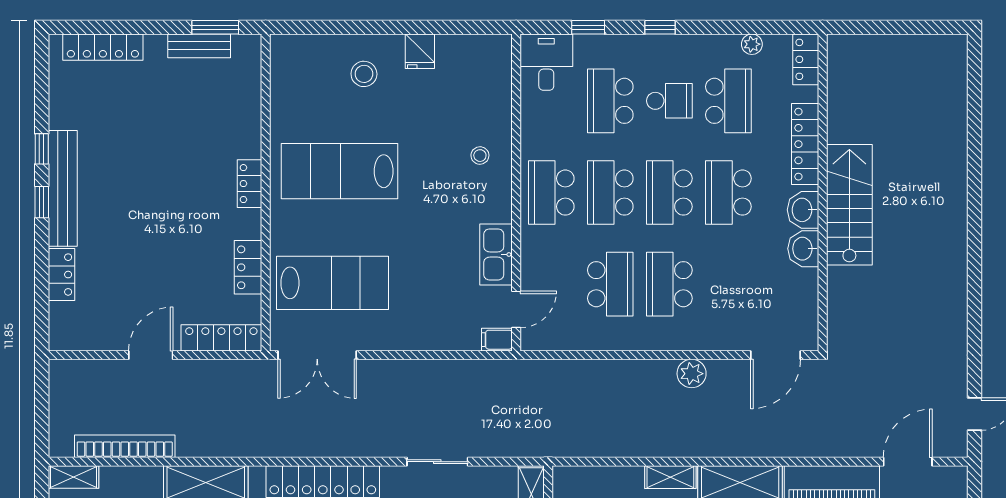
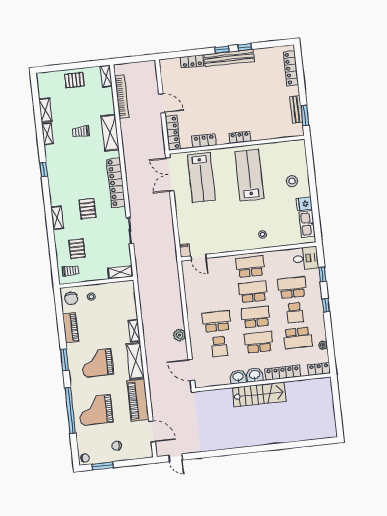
kitchen sink: (496, 254) -> (307, 224), moved, turned -90
school desk: (610, 284) -> (219, 347), moved, width x0.54

